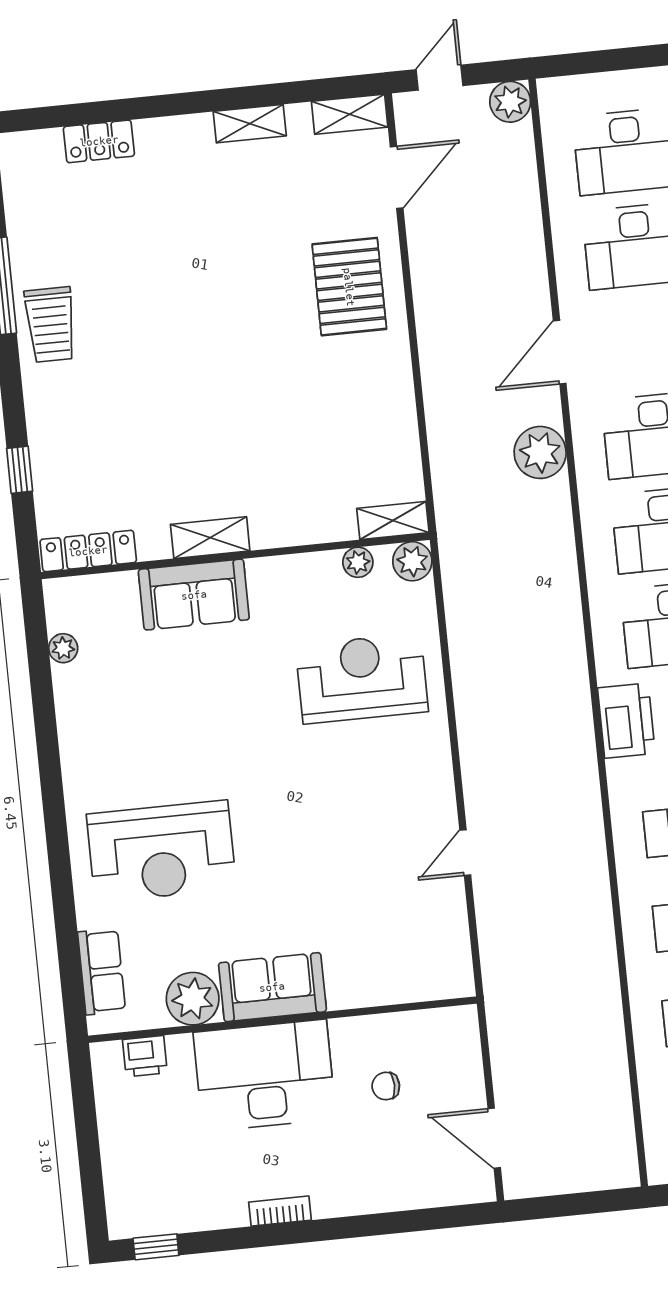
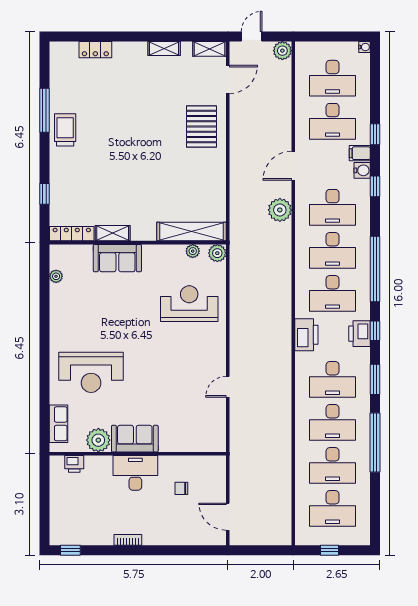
trolley: (50, 325) -> (65, 130), turned 180
shelving: (393, 521) -> (191, 232), width x2.20, depth x1.33
shelving: (210, 538) -> (113, 233), moved
desk: (265, 1076) -> (135, 473), width x0.73, depth x0.77

